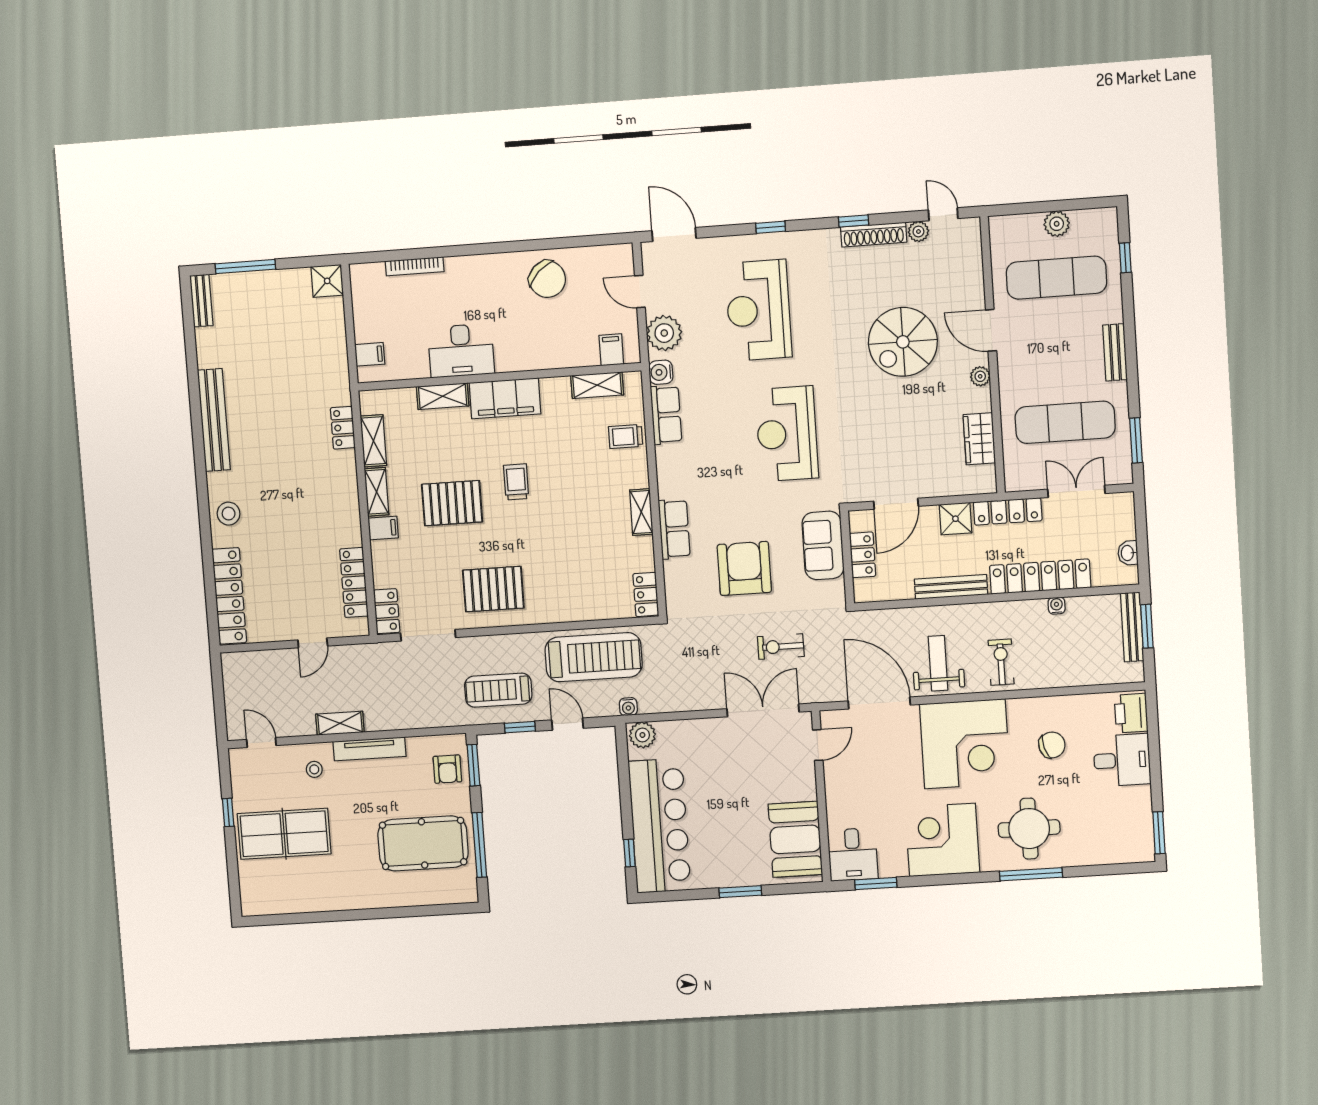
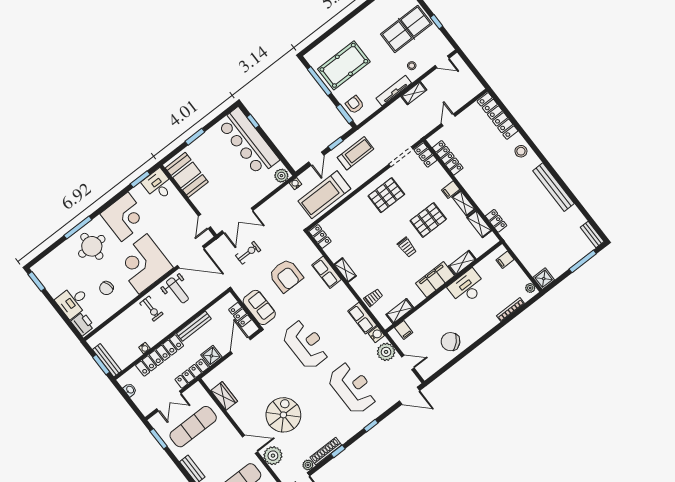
plant: (359, 280) -> (530, 288), added
plant: (980, 376) -> (273, 456), moved, width x1.88, depth x1.88
door: (568, 724) -> (316, 159), hinge flipped

